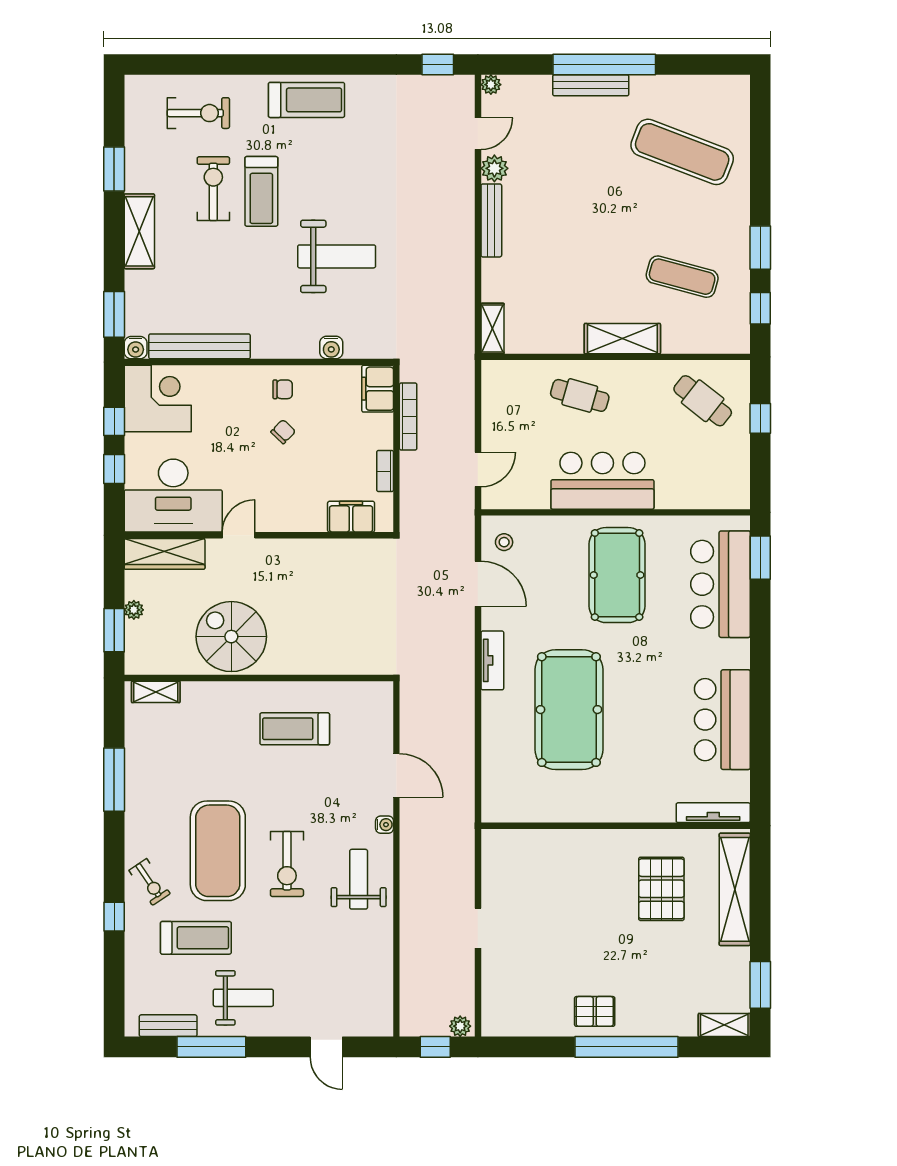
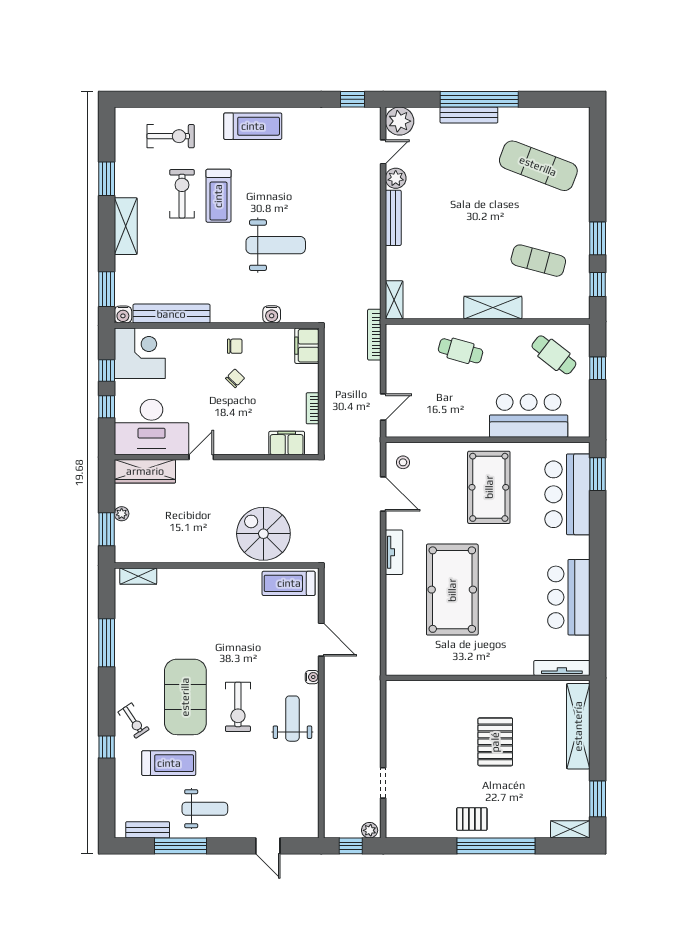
plant: (491, 85) -> (400, 121), width x1.87, depth x1.87
bookcase: (408, 416) -> (374, 335), moved, turned 180
bar counter: (602, 481) -> (529, 416), moved
spiral stairs: (231, 637) -> (263, 534), moved
treadmill: (295, 729) -> (289, 583), moved
pallet: (661, 889) -> (495, 742), moved
doorway: (478, 928) -> (383, 783), moved

